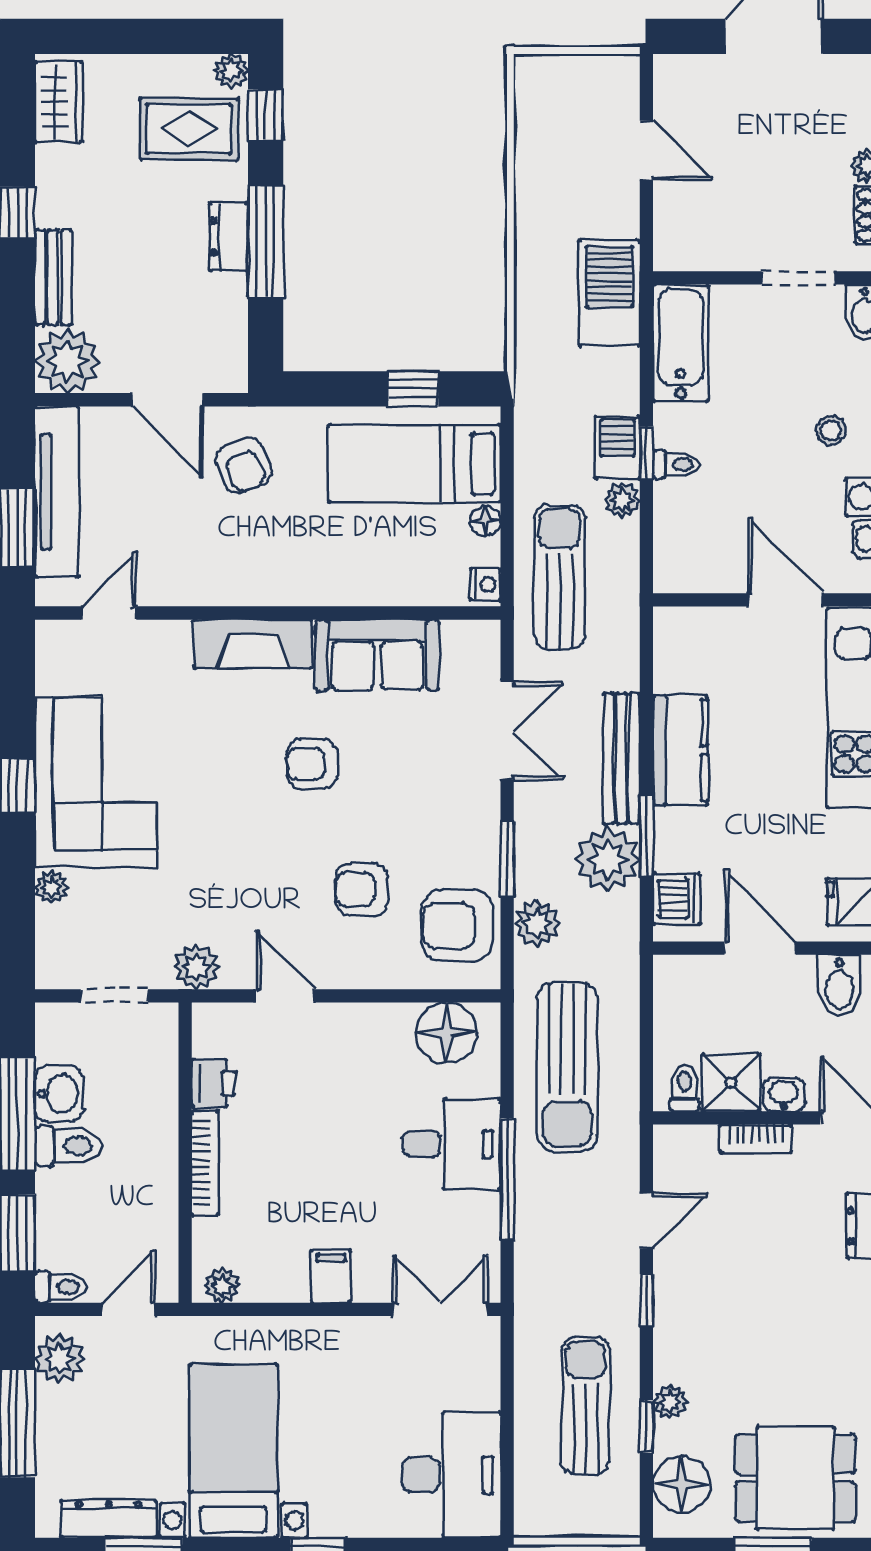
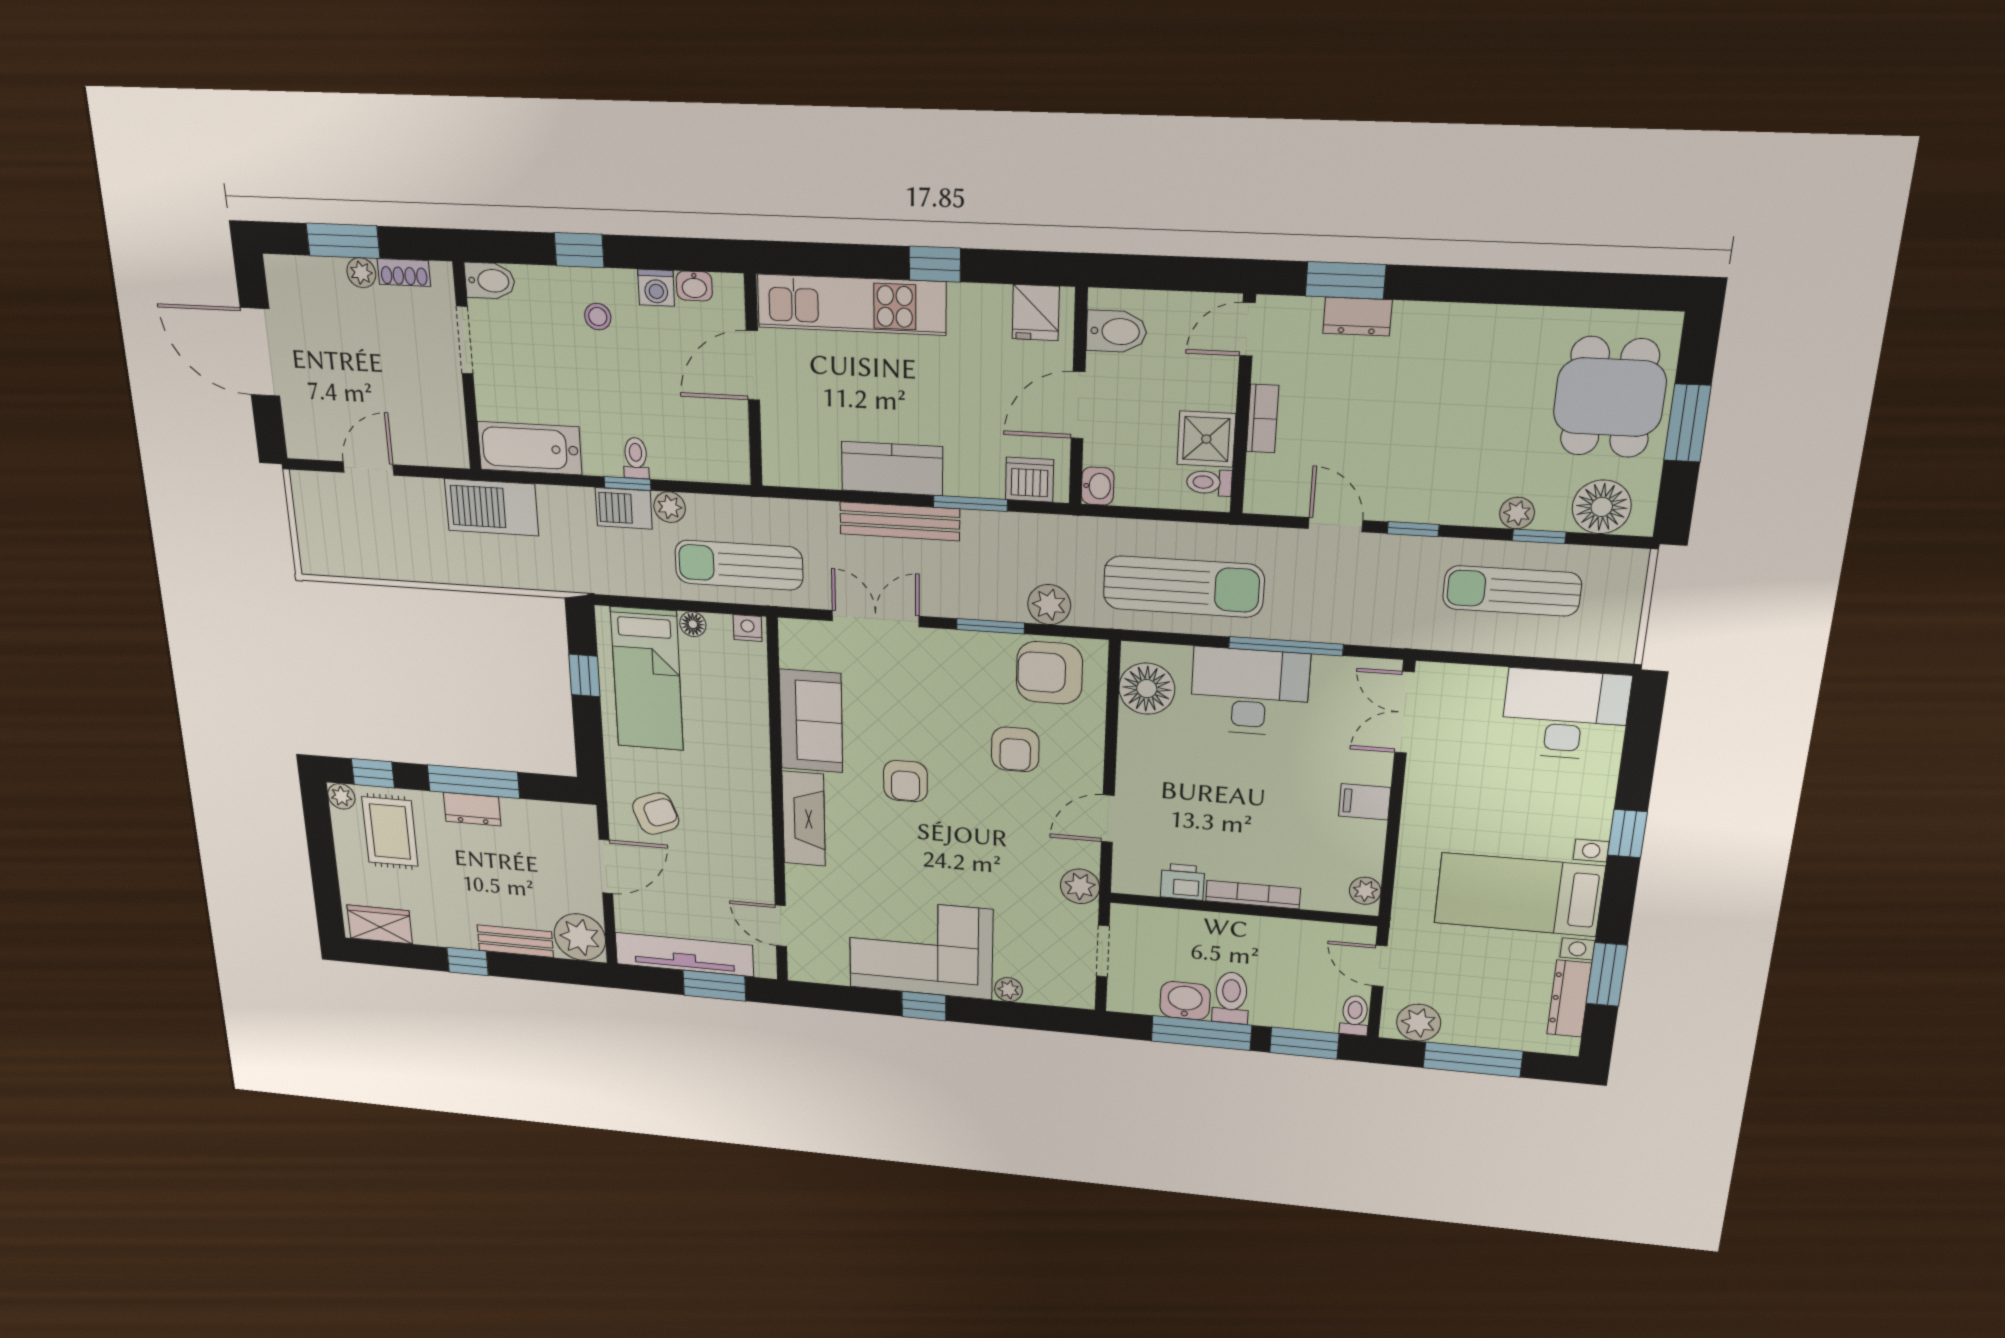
plant: (608, 860) -> (992, 539), removed
armchair: (457, 925) -> (1049, 673), turned 90
washbasin: (784, 1095) -> (1098, 486), moved, turned 180
desk: (452, 1144) -> (1250, 692), width x1.37

